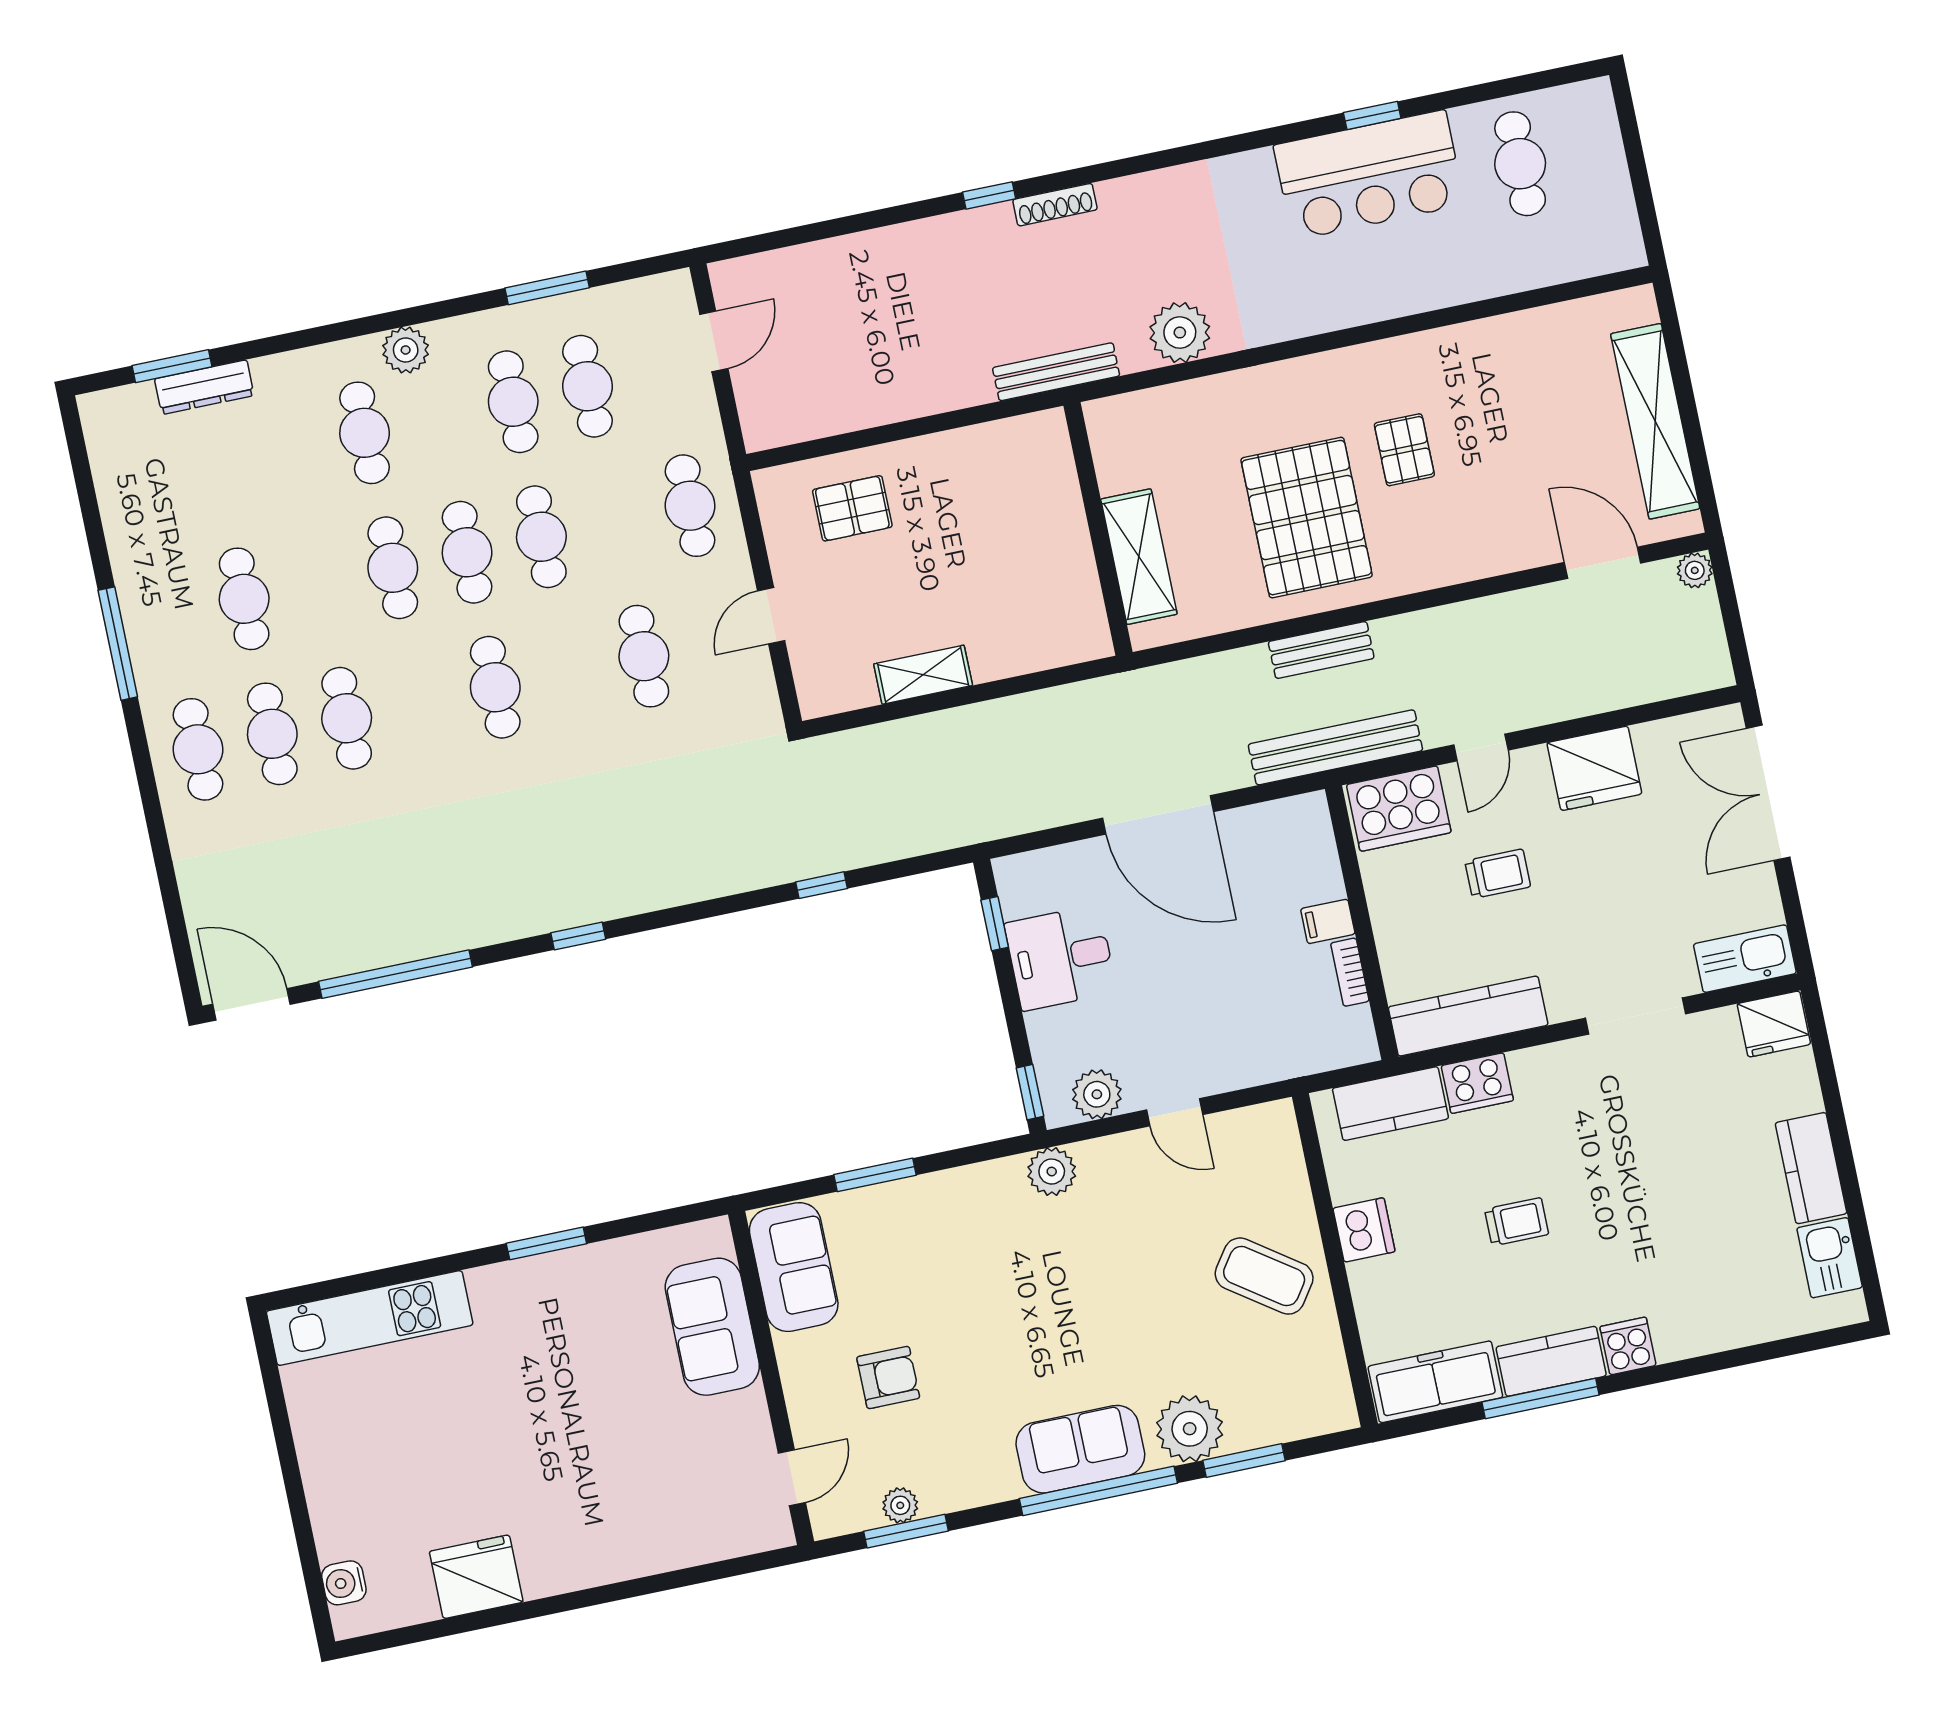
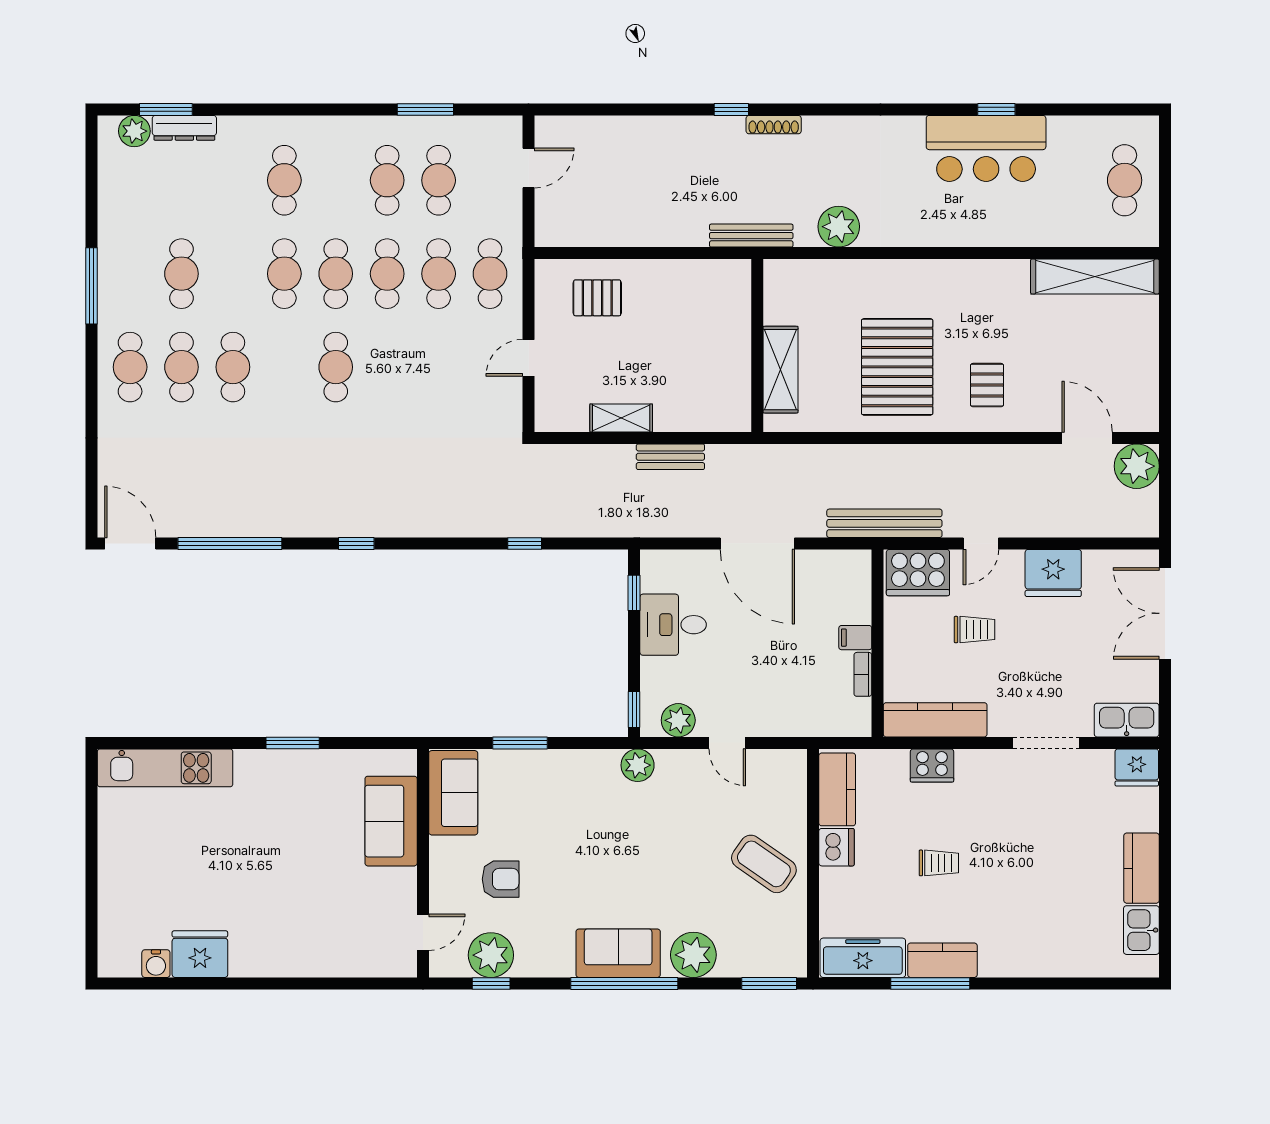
cafe table: (1520, 164) -> (1125, 180), moved
plant: (406, 350) -> (134, 131), moved
shelving: (1655, 421) -> (1095, 277), moved, turned 90
pallet: (1404, 450) -> (987, 385), moved
plant: (1695, 570) -> (1137, 466), width x1.87, depth x1.87
bench: (1321, 650) -> (670, 457), moved
cafe table: (644, 656) -> (439, 274), moved
kitchen counter: (1390, 1104) -> (837, 789), moved, turned -90
cooker: (1628, 1346) -> (995, 961), removed
window: (1244, 1460) -> (769, 983), moved
plant: (900, 1505) -> (491, 955), width x1.88, depth x1.88
window: (906, 1531) -> (491, 983), width x0.67
water cooler: (344, 1583) -> (156, 964), moved, turned -90

